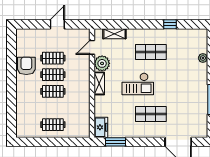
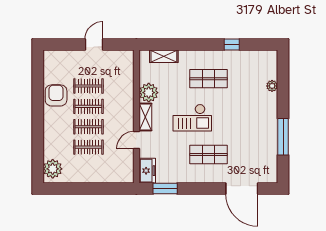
door: (92, 47) -> (136, 140), moved
clothes rail: (53, 125) -> (88, 147), moved
plant: (24, 126) -> (53, 169), added

